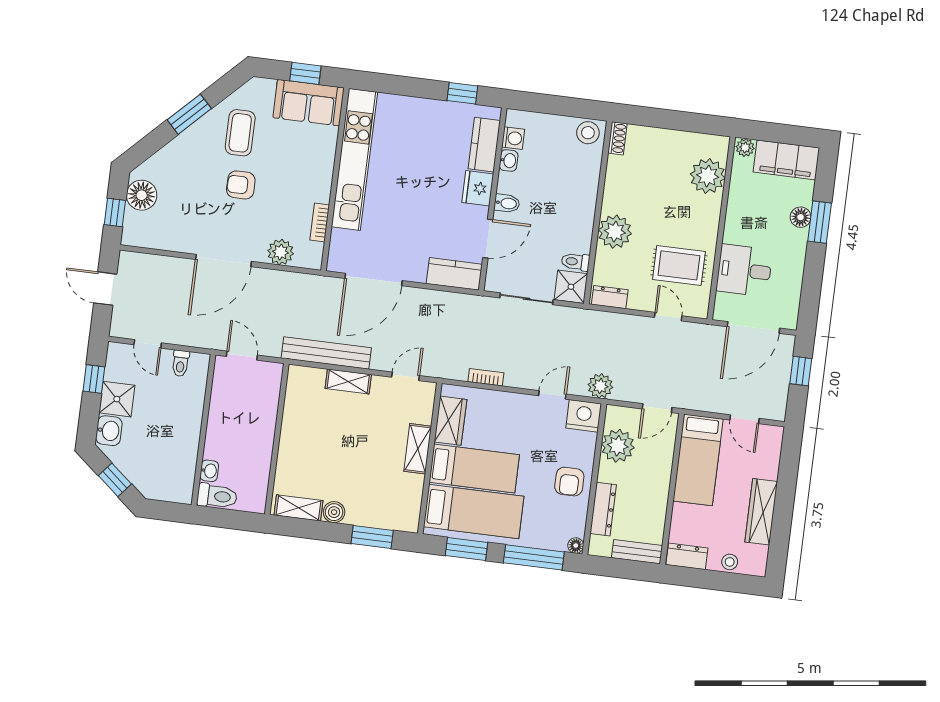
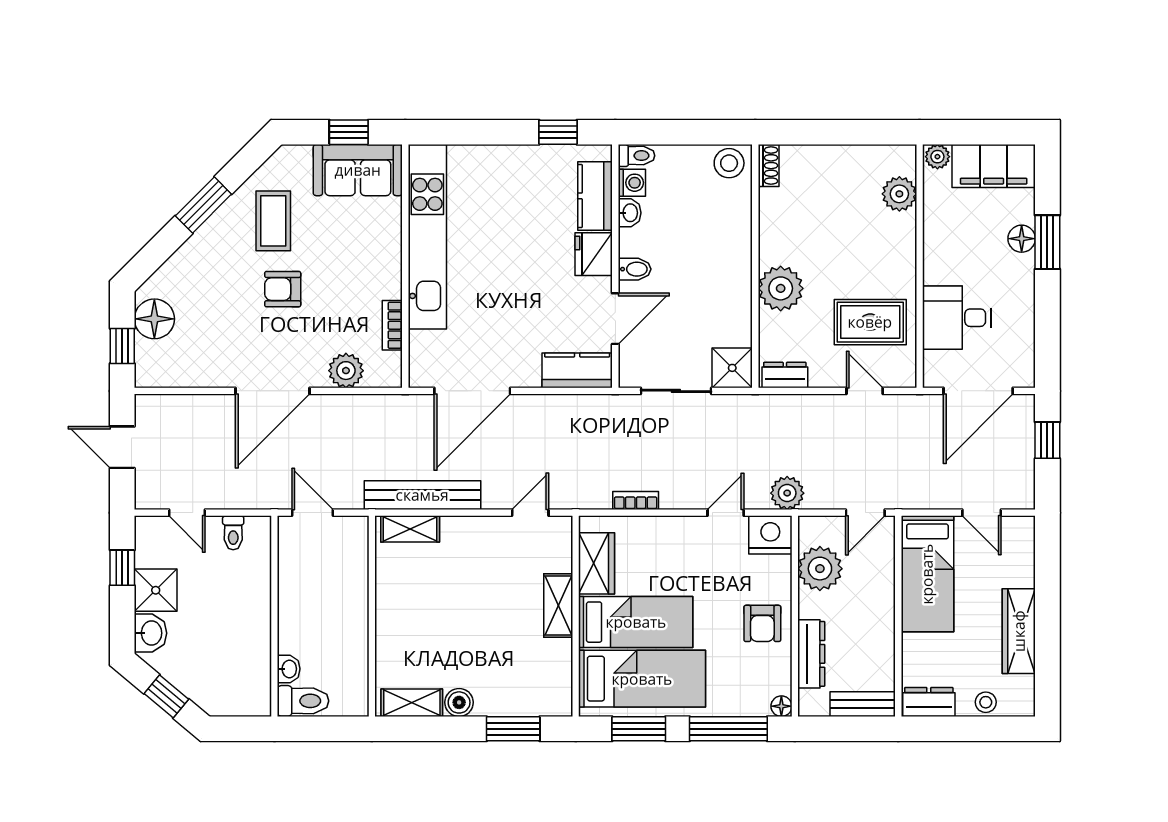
plant: (708, 176) -> (899, 194), width x0.73, depth x0.73
toilet: (576, 262) -> (636, 156), moved, turned 180
shelving: (348, 381) -> (410, 529), moved

